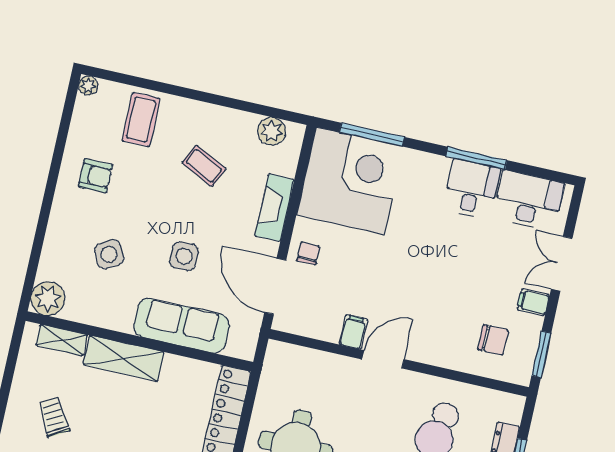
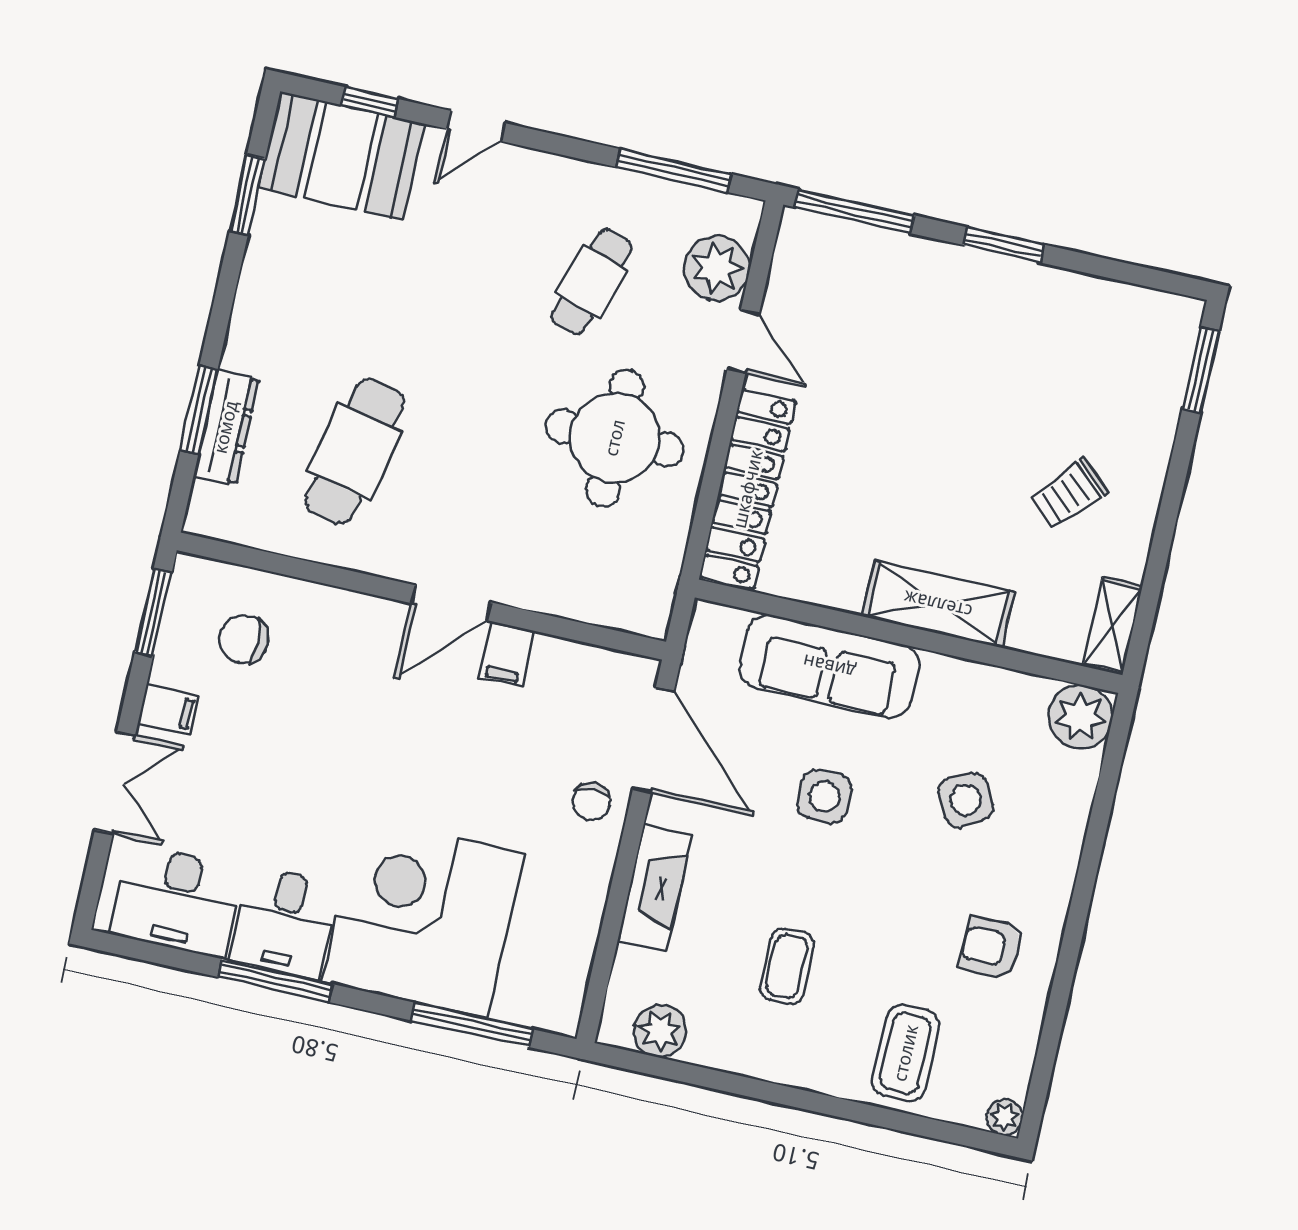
coffee table: (204, 166) -> (787, 966), turned 64
corner desk: (350, 181) -> (423, 918), moved, turned 90
shelving: (62, 340) -> (1112, 626), moved, turned 90
trolley: (54, 417) -> (1069, 494), turned 71

